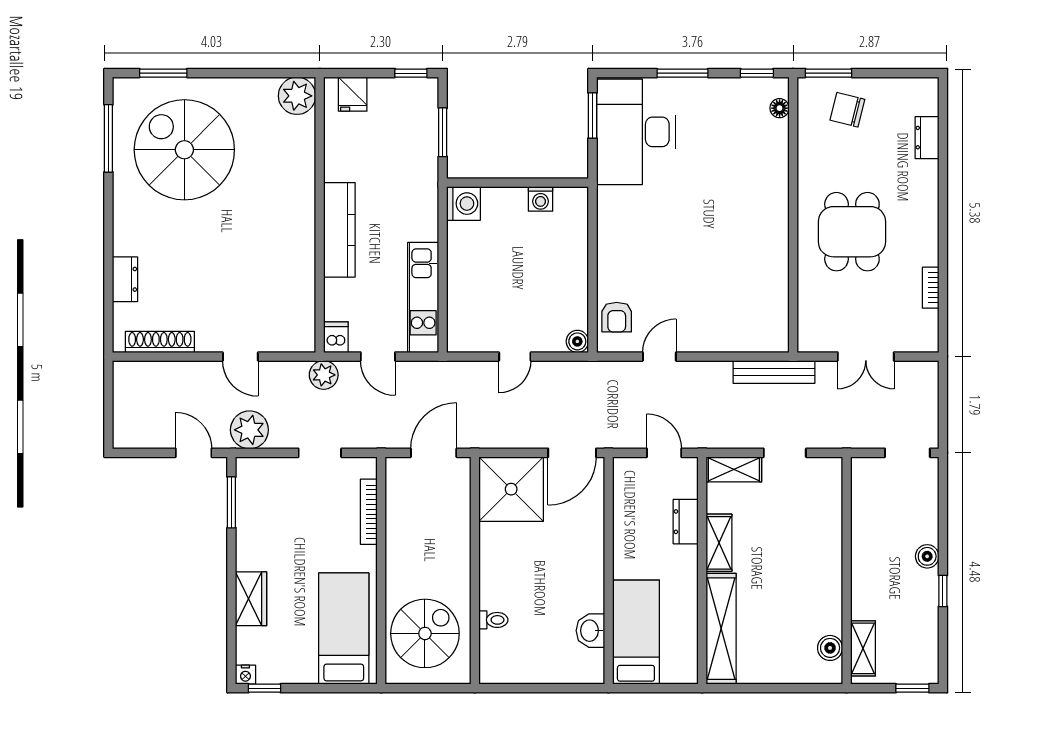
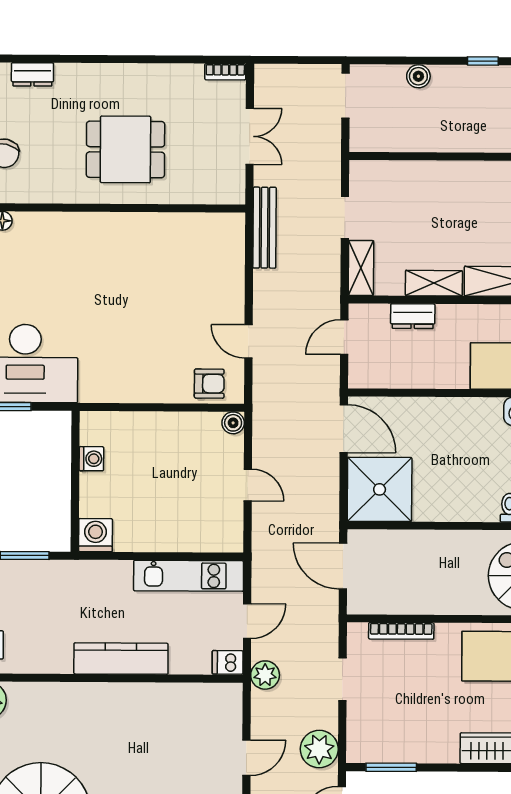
bookcase: (931, 288) -> (225, 72), moved
boiler: (927, 556) -> (418, 76), moved

